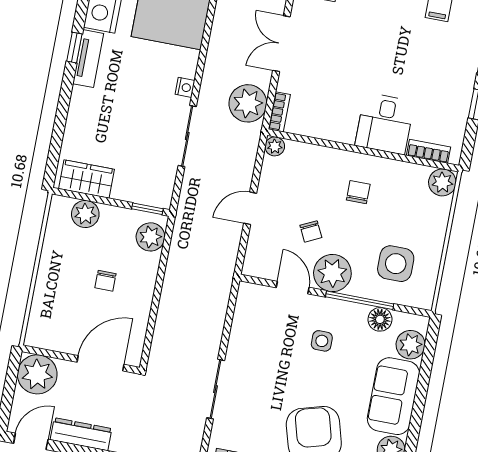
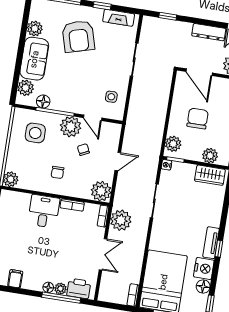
nightstand: (185, 87) -> (166, 165), moved
plant: (275, 146) -> (101, 191), width x1.88, depth x1.88
bookcase: (429, 151) -> (72, 205), moved
chair: (105, 281) -> (198, 119), width x1.87, depth x1.87
side table: (322, 341) -> (111, 97), moved
door: (100, 363) -> (199, 72), hinge flipped

